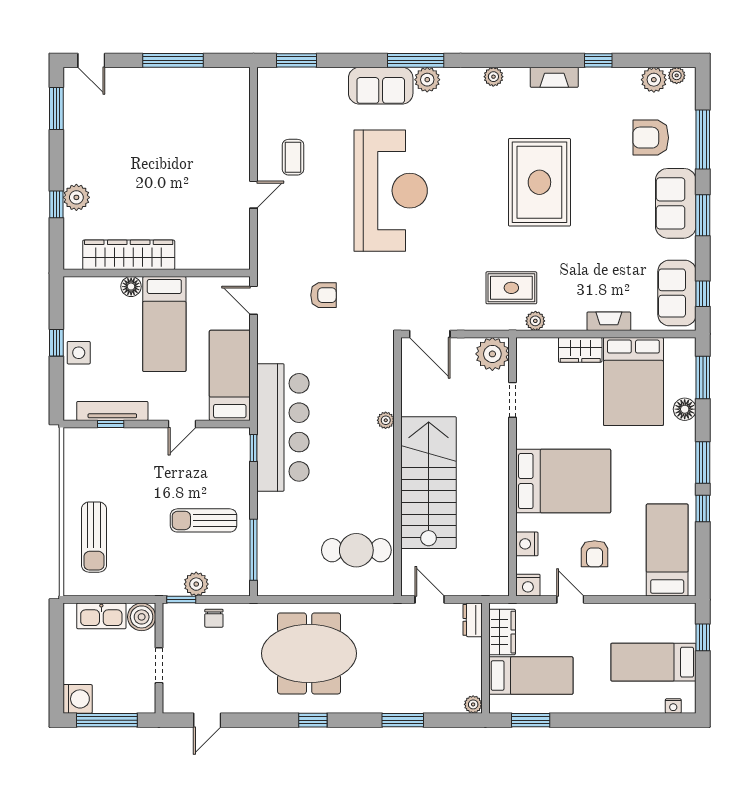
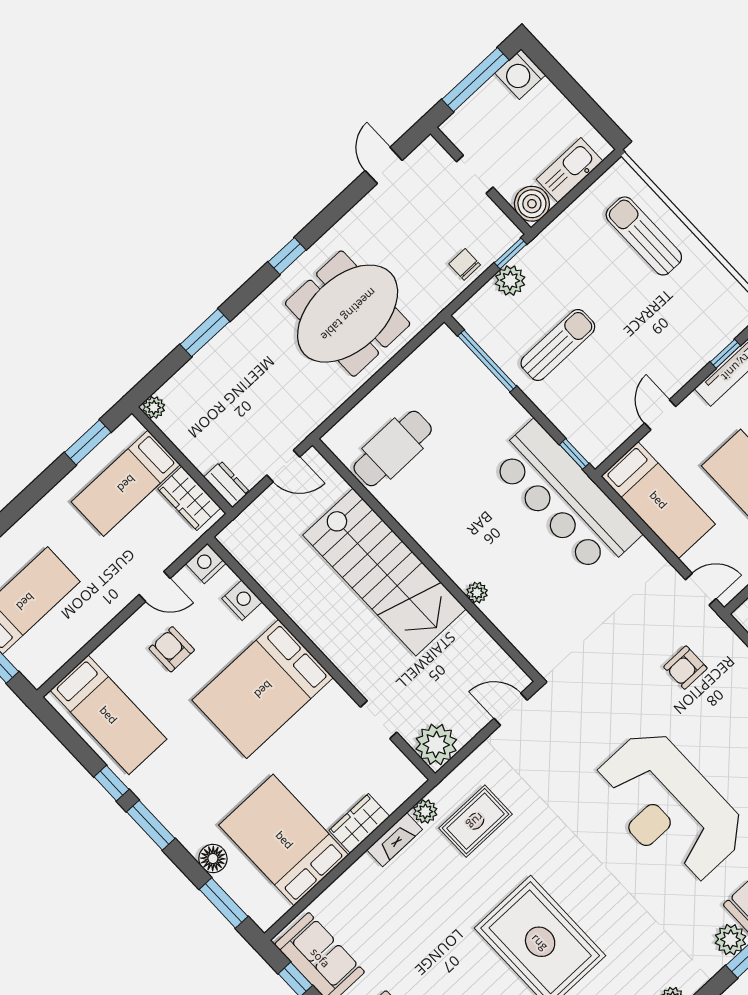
armchair: (324, 295) -> (685, 668), moved
fireplace: (609, 321) -> (395, 840), moved
door: (430, 334) -> (511, 709), width x0.73

